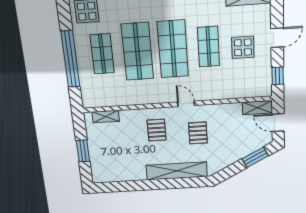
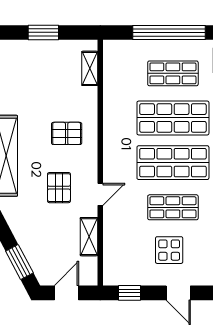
door: (186, 104) -> (100, 194), moved
shelving: (257, 108) -> (89, 237), moved
pallet: (198, 133) -> (59, 188), turned 90

